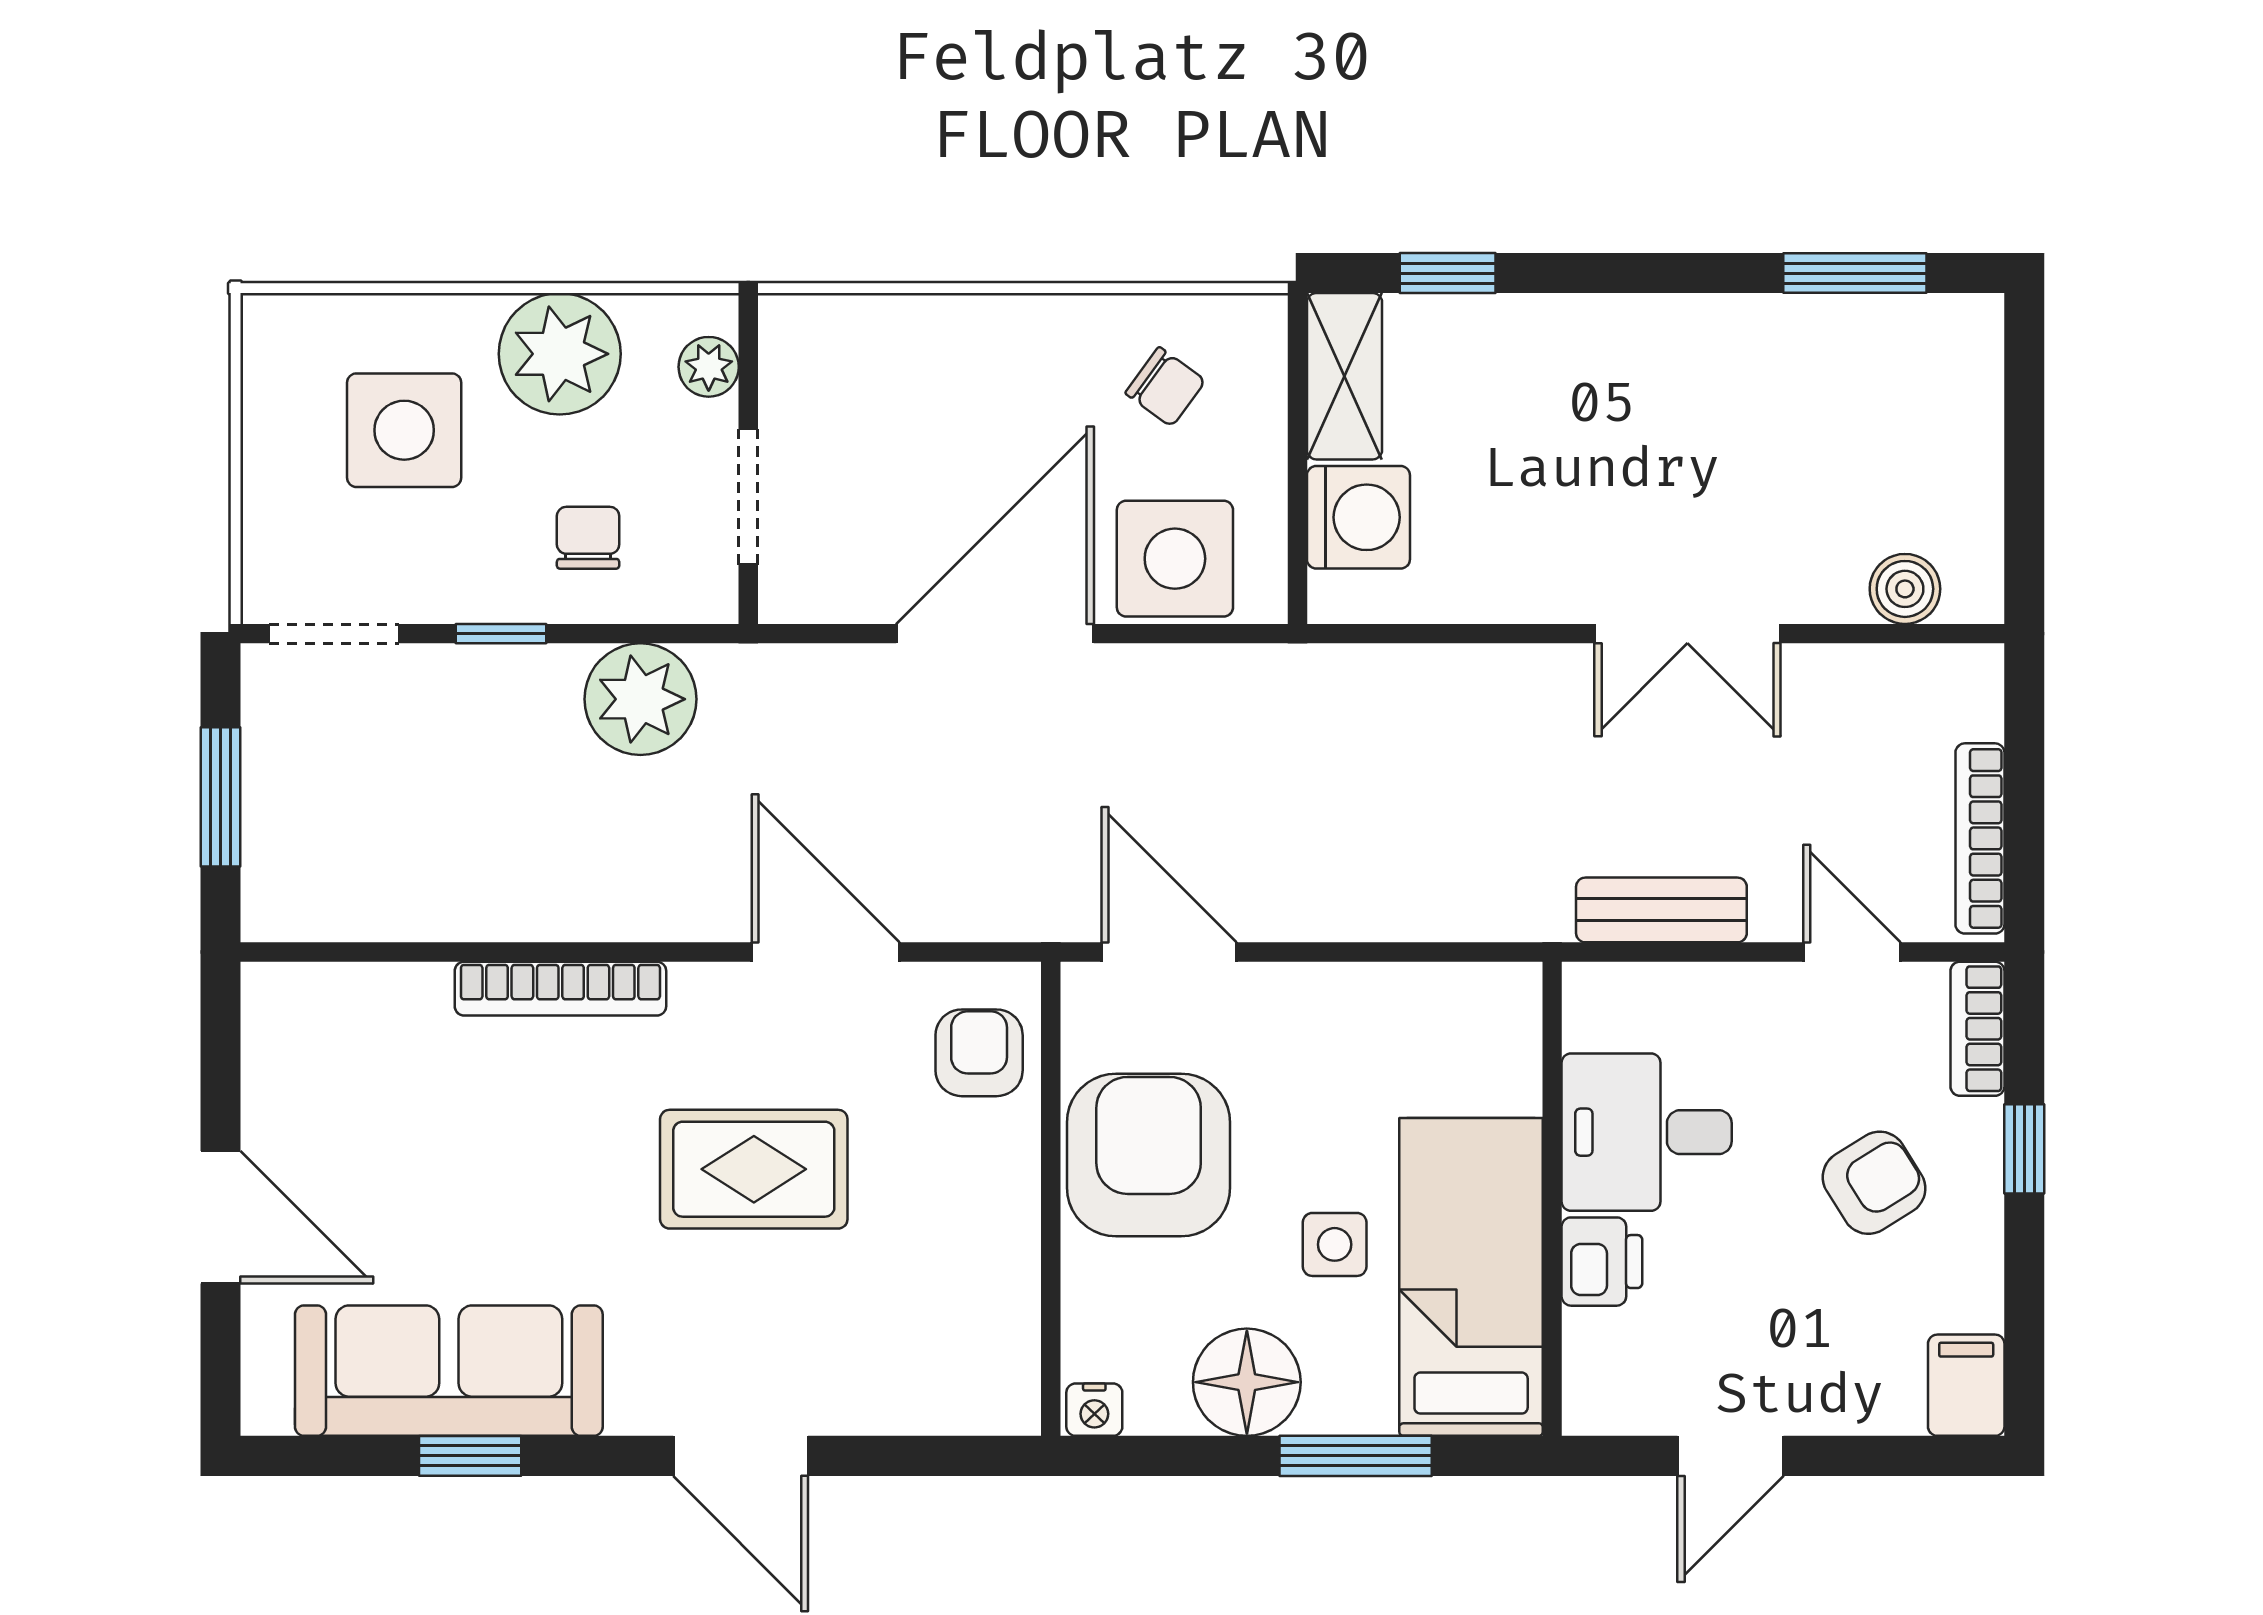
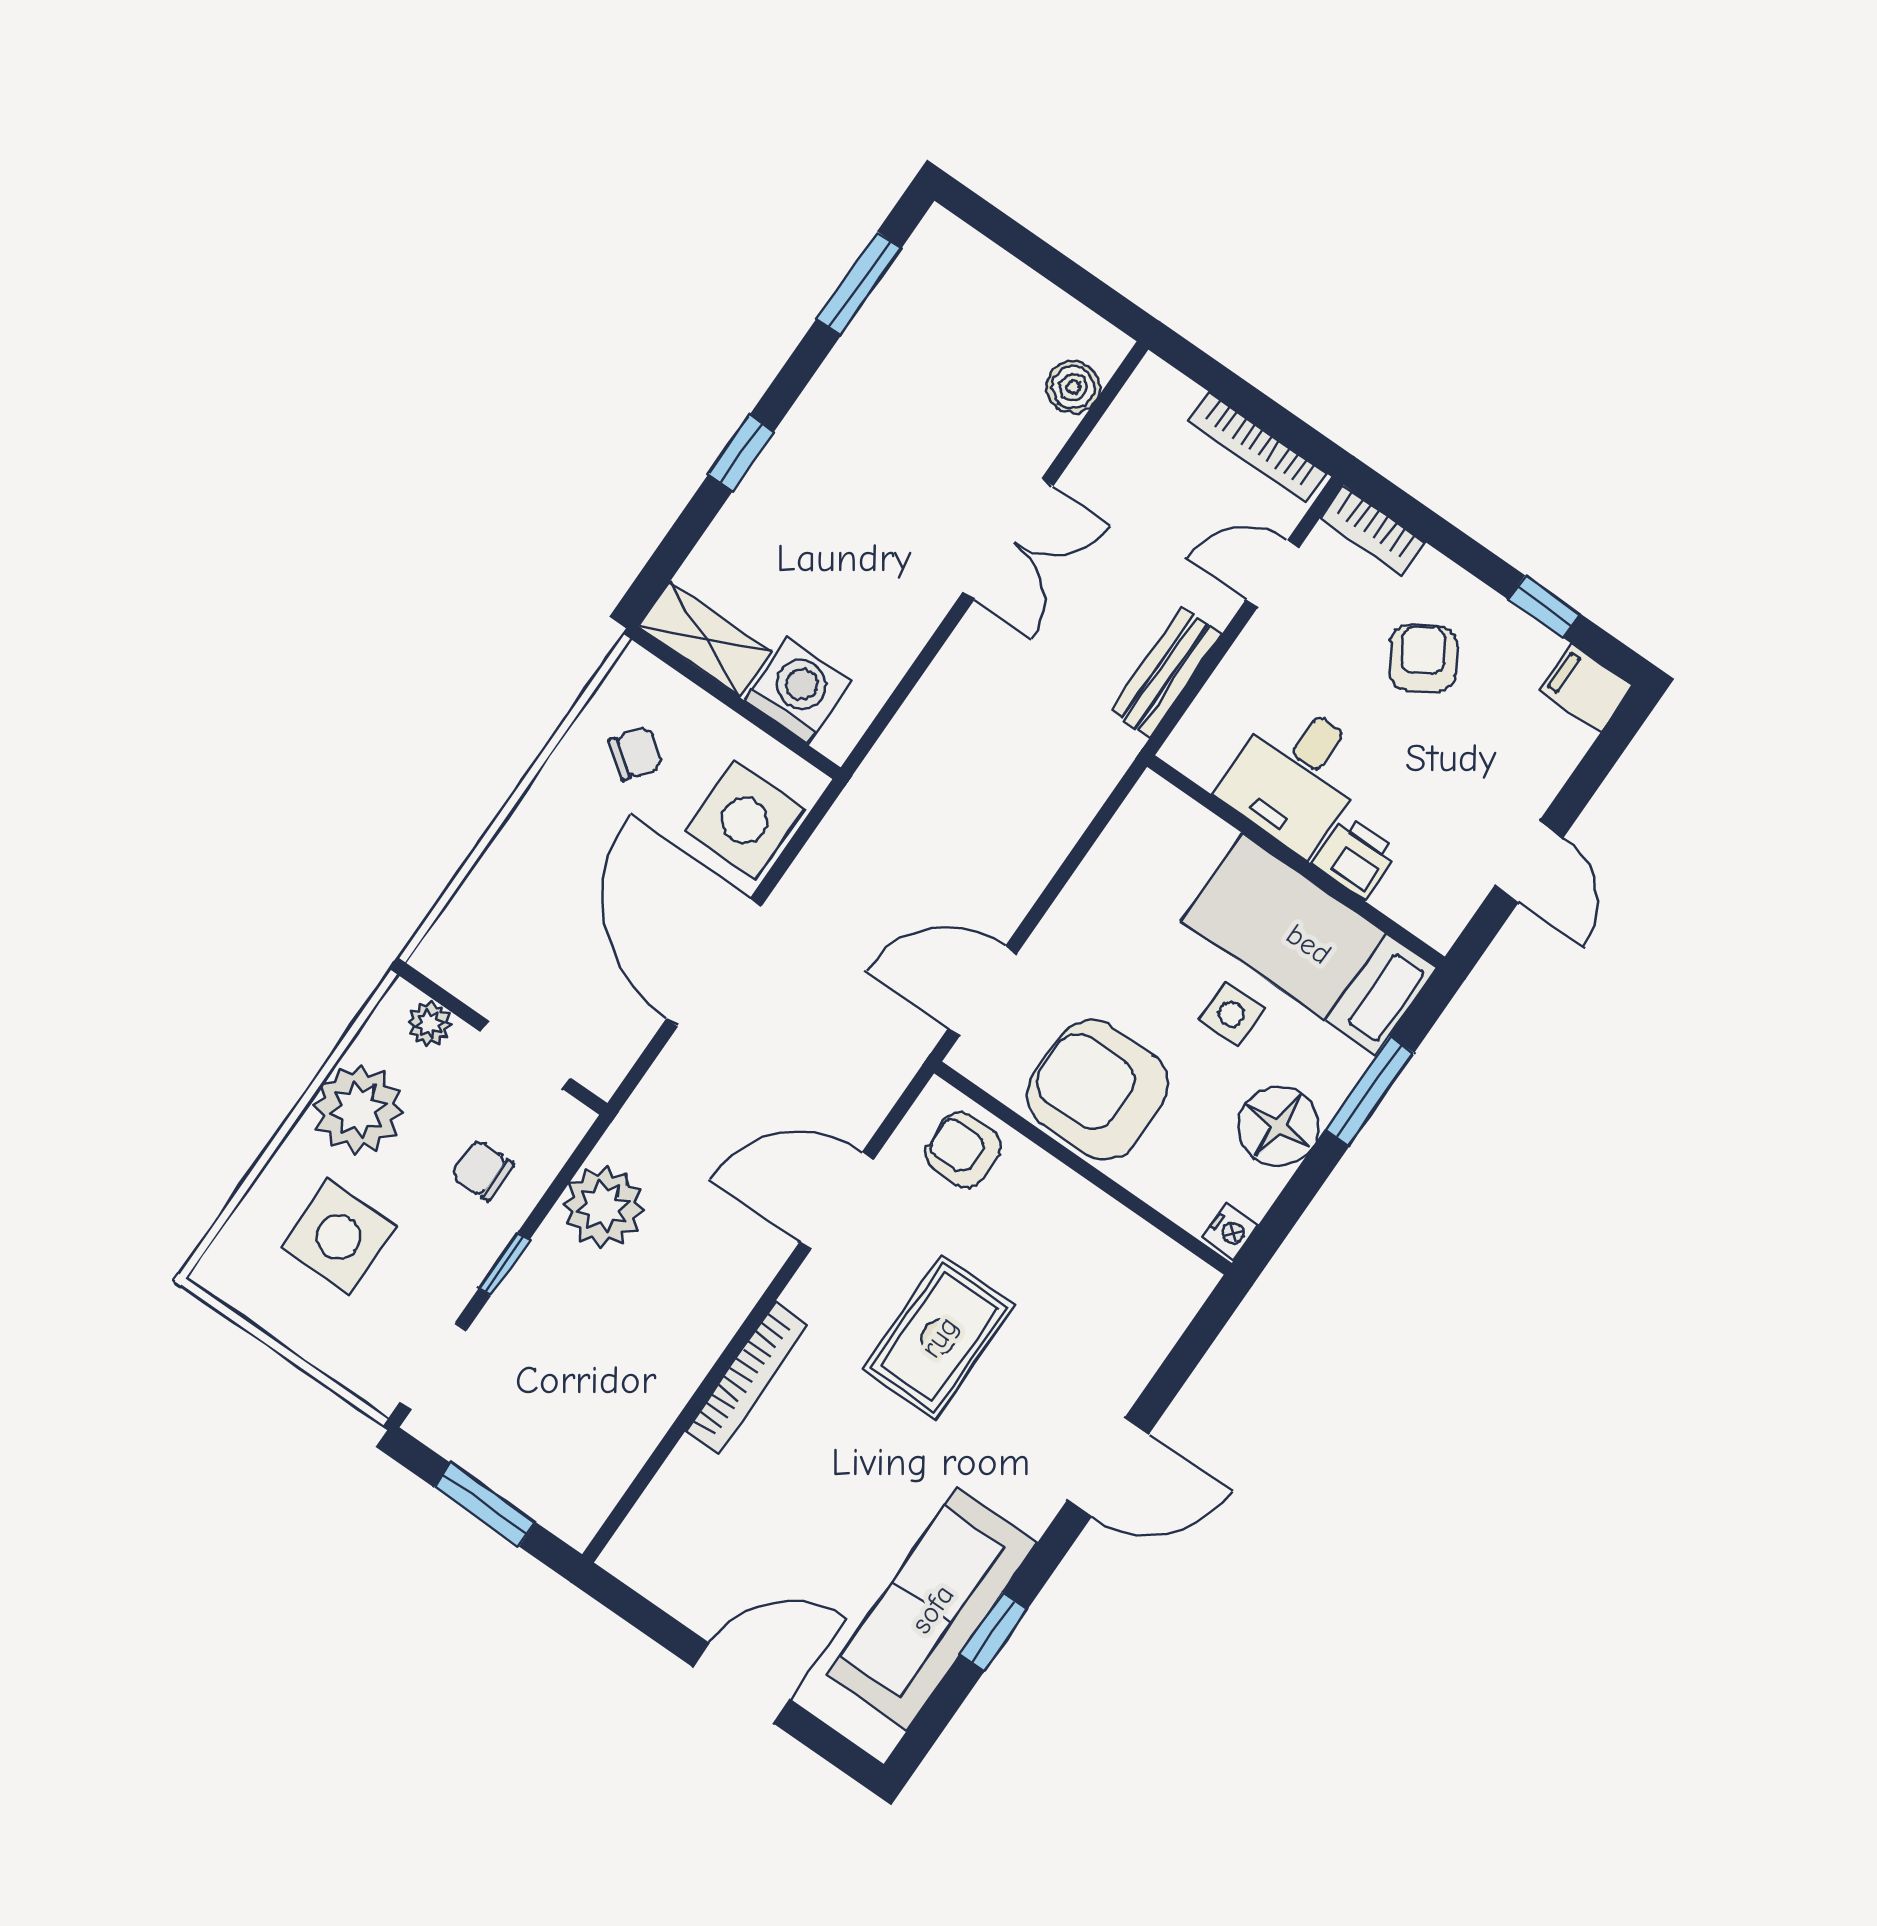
window: (1448, 273) -> (741, 453), moved
window: (2024, 1149) -> (1544, 606), moved

